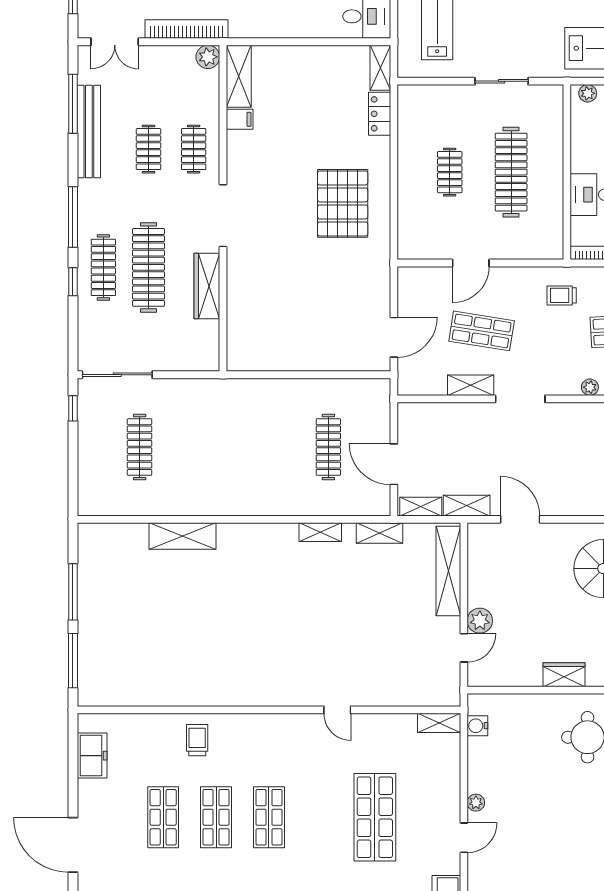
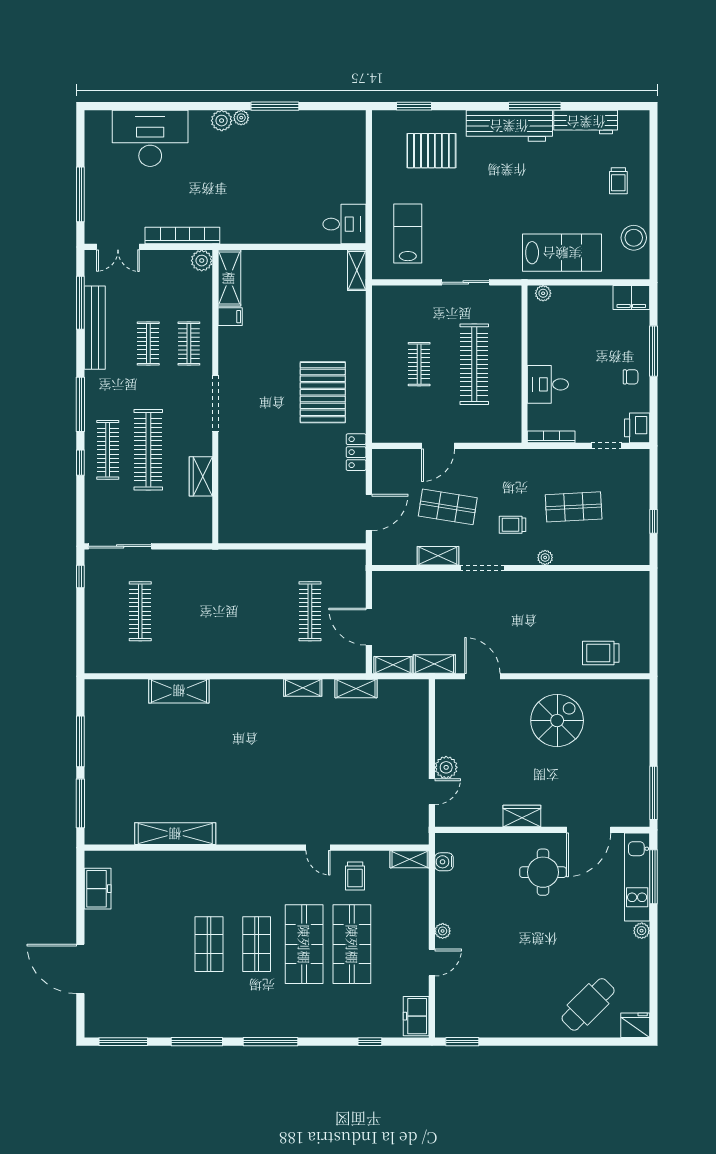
locker: (380, 114) -> (356, 452), moved
wardrobe: (207, 286) -> (201, 476), width x0.67
trolley: (562, 295) -> (512, 525), moved
shelving: (448, 571) -> (175, 834), moved, turned 90
trolley: (197, 740) -> (355, 876), moved, turned 180
shop shelf: (163, 817) -> (304, 944), moved, width x1.43, depth x1.36

